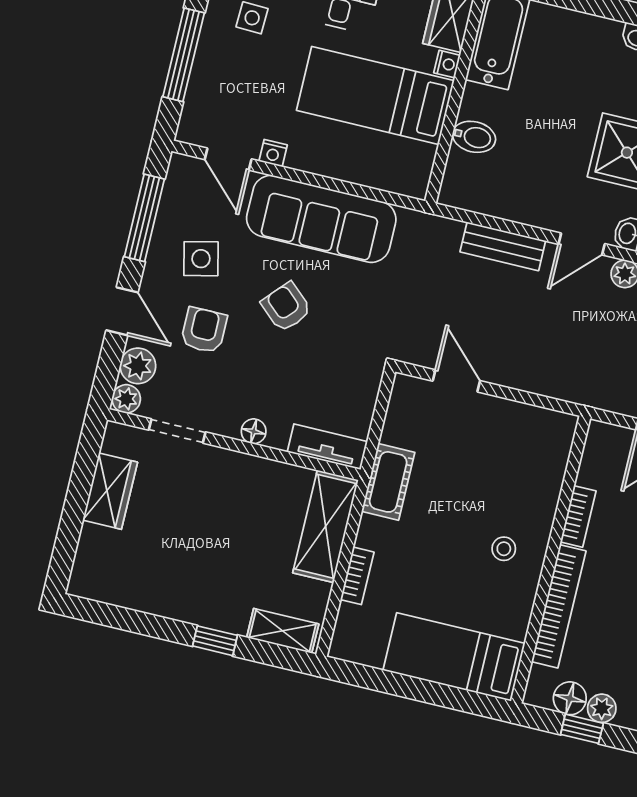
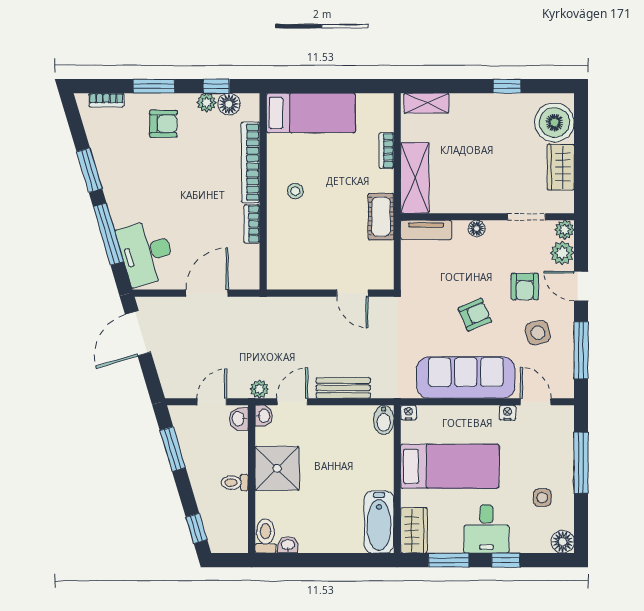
nightstand: (447, 64) -> (408, 413), moved, turned 90
bidet: (474, 137) -> (384, 420), moved, turned -90
armchair: (286, 307) -> (475, 315), turned -65
boiler: (104, 558) -> (554, 122), added
window: (215, 641) -> (507, 86), moved

